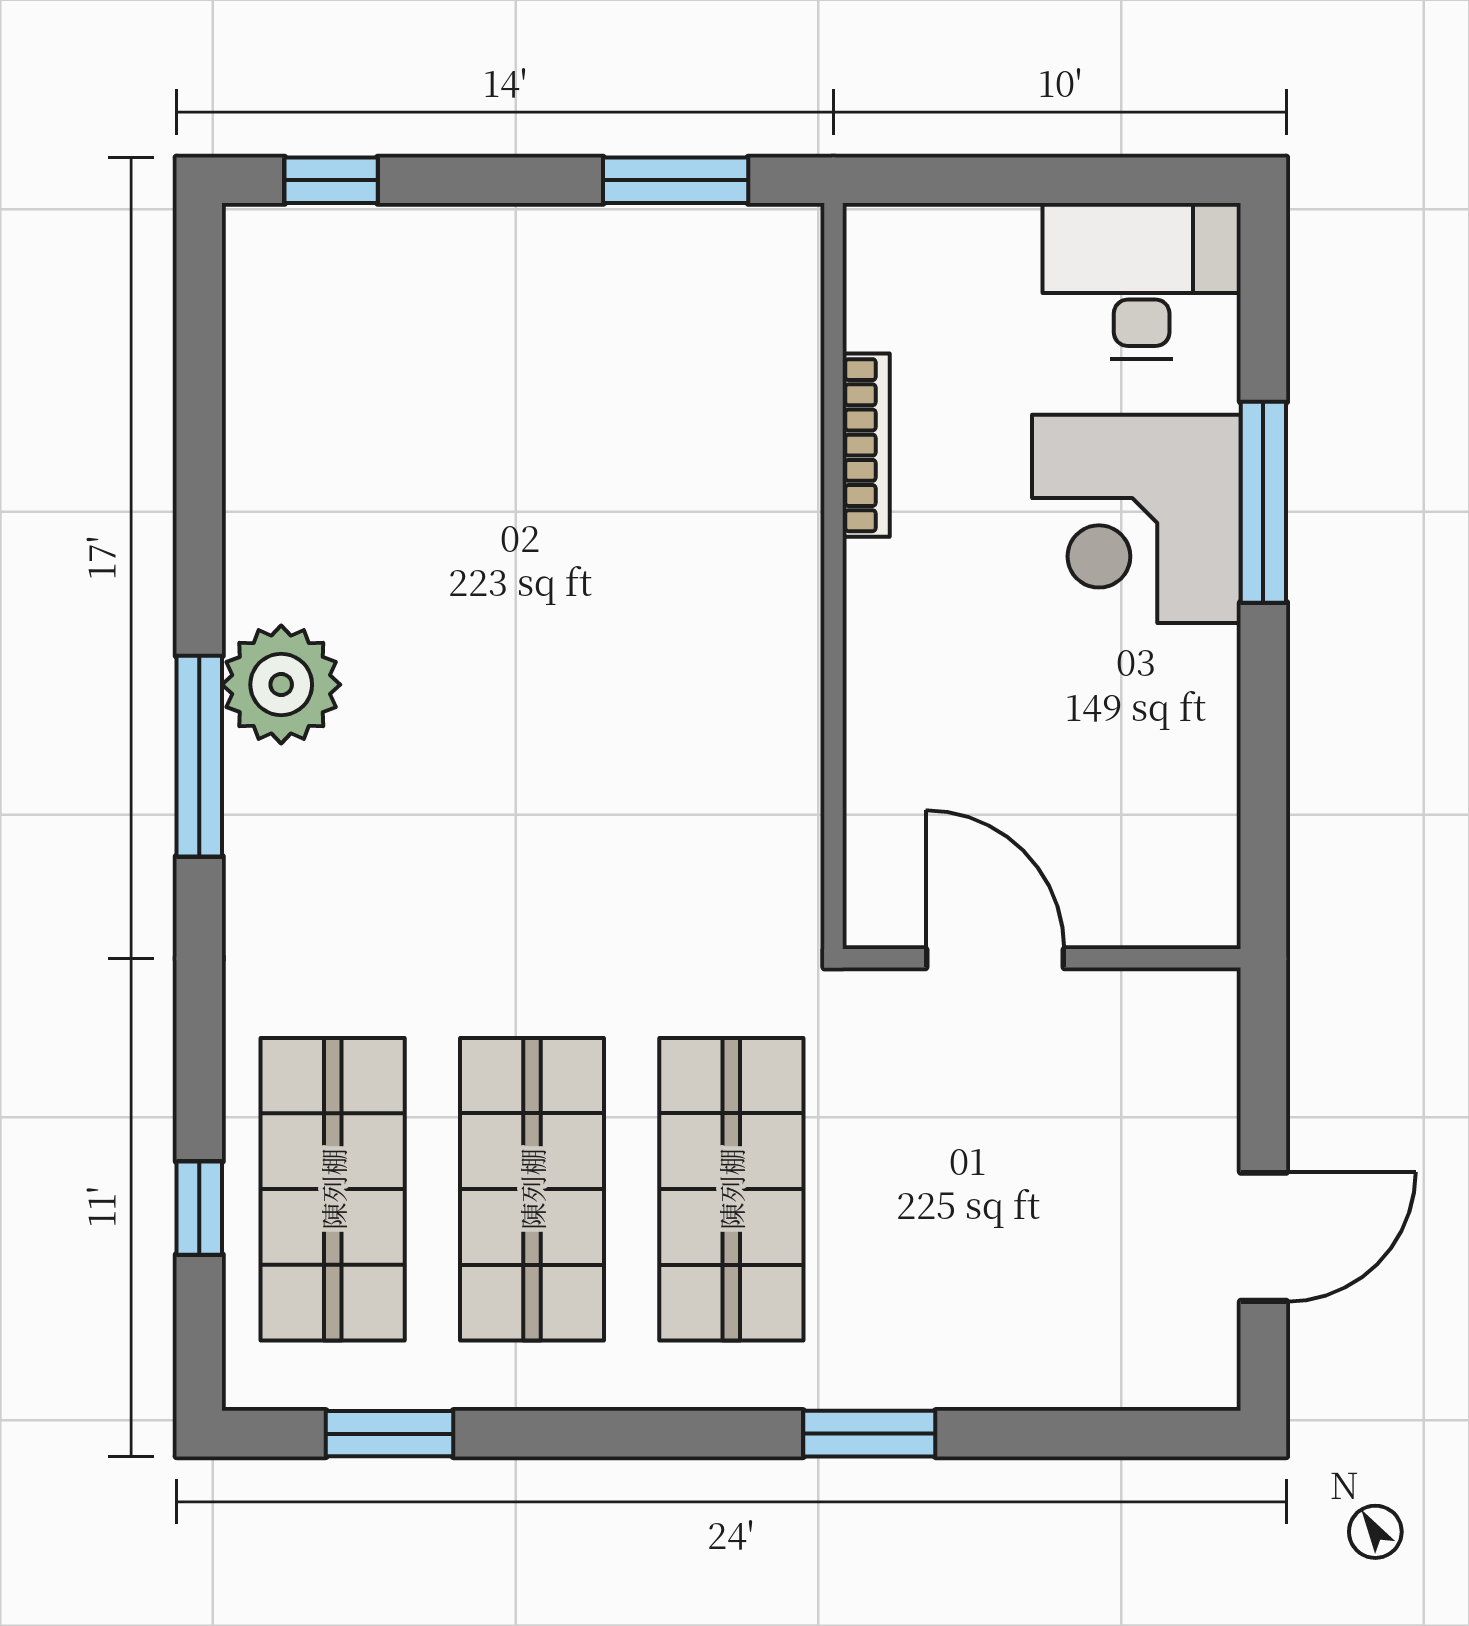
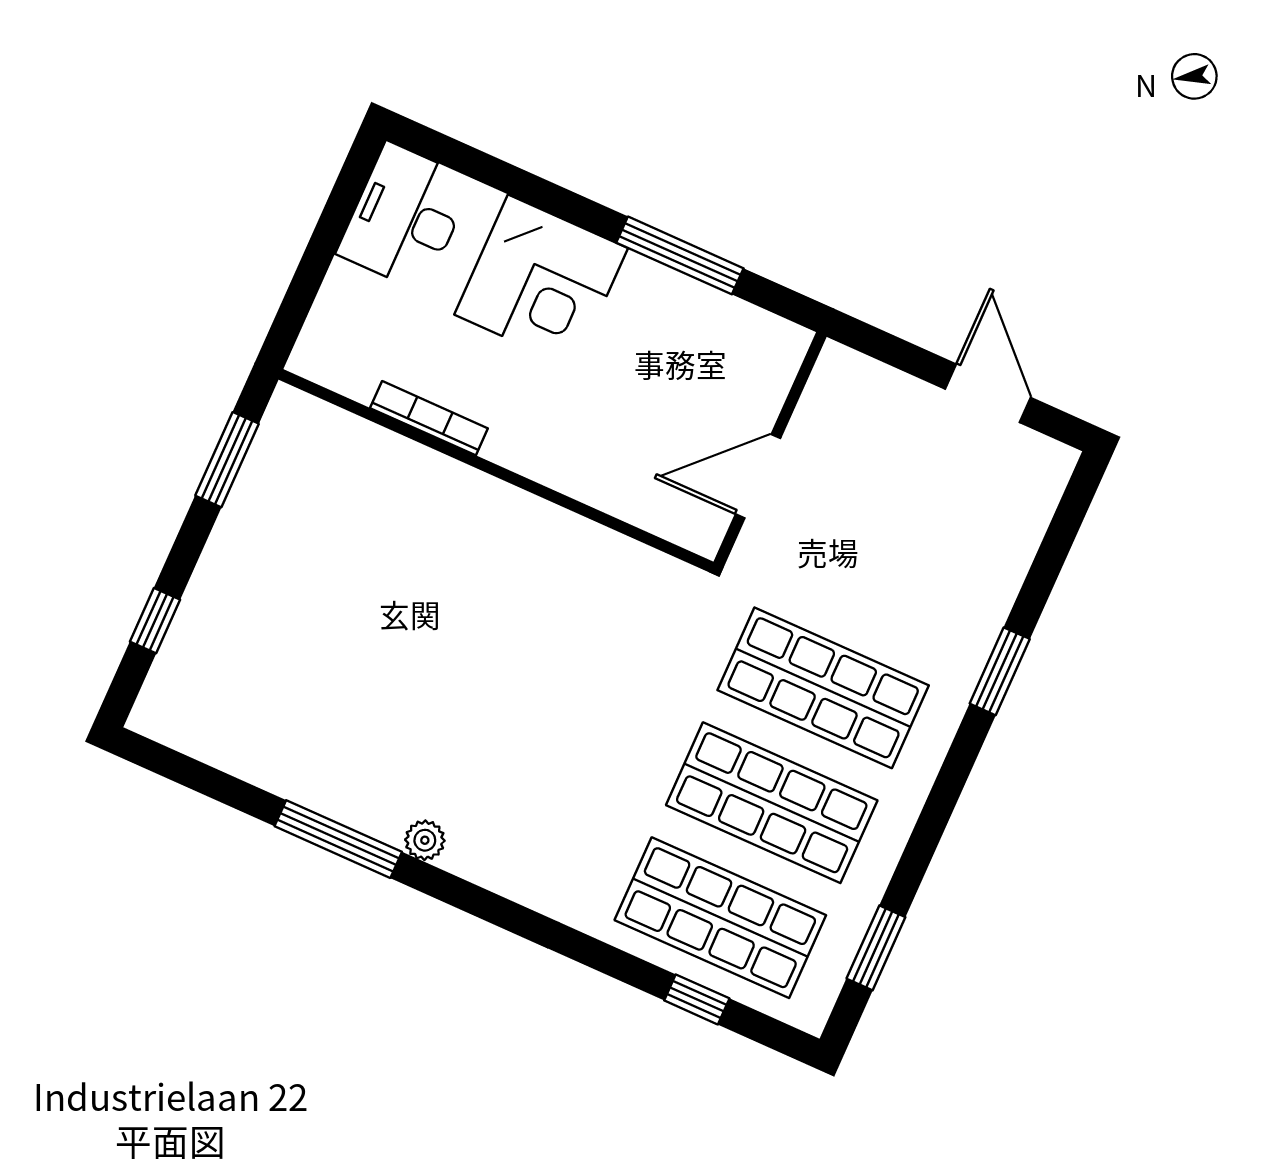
window: (331, 180) -> (155, 621), moved
window: (1263, 502) -> (680, 255), moved
plant: (281, 685) -> (425, 840), width x0.53, depth x0.53
window: (199, 756) -> (338, 839), moved

